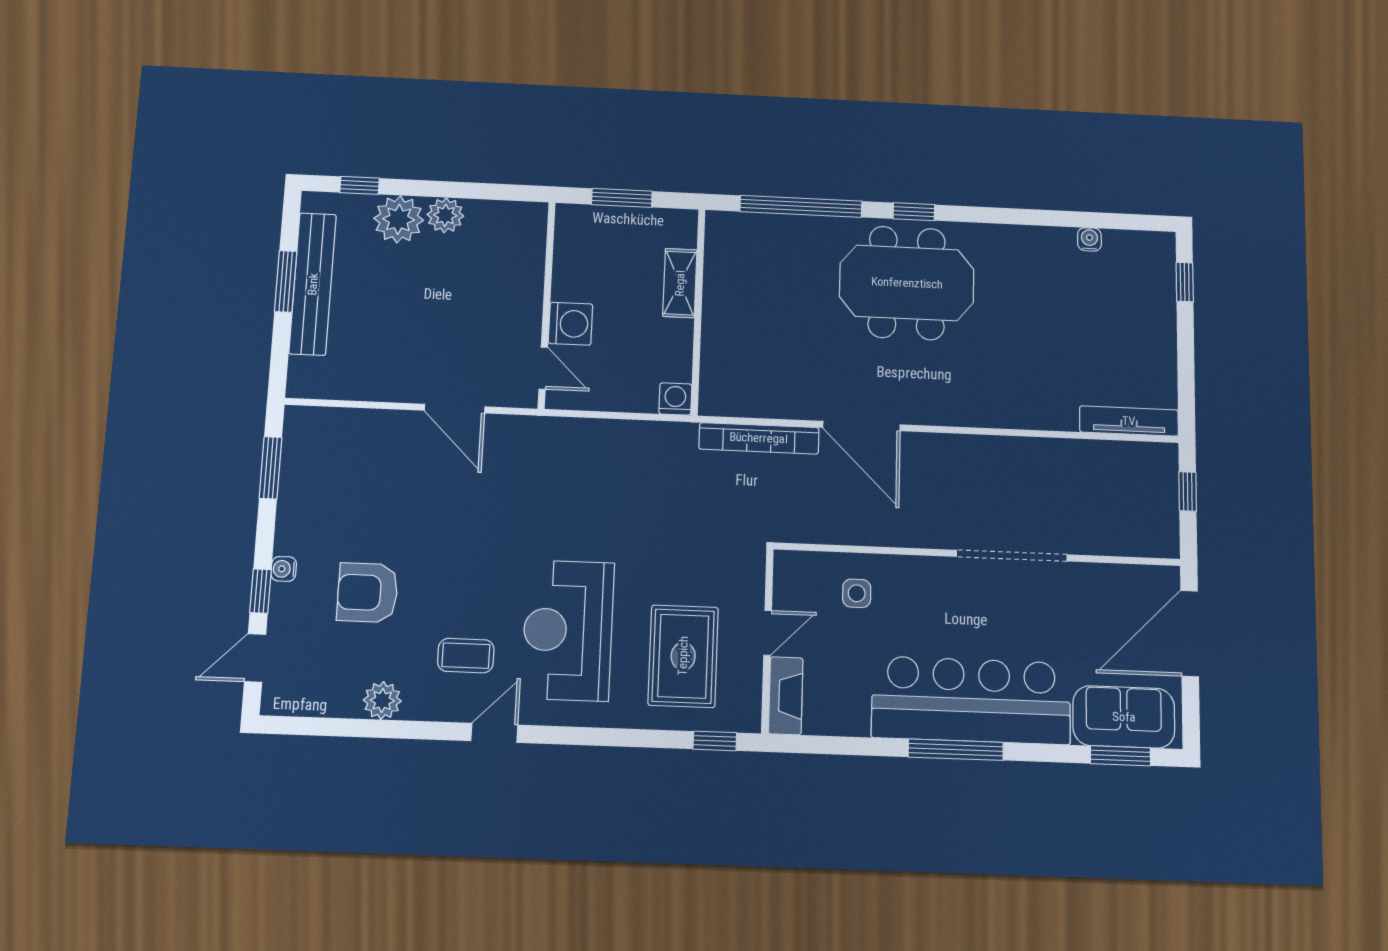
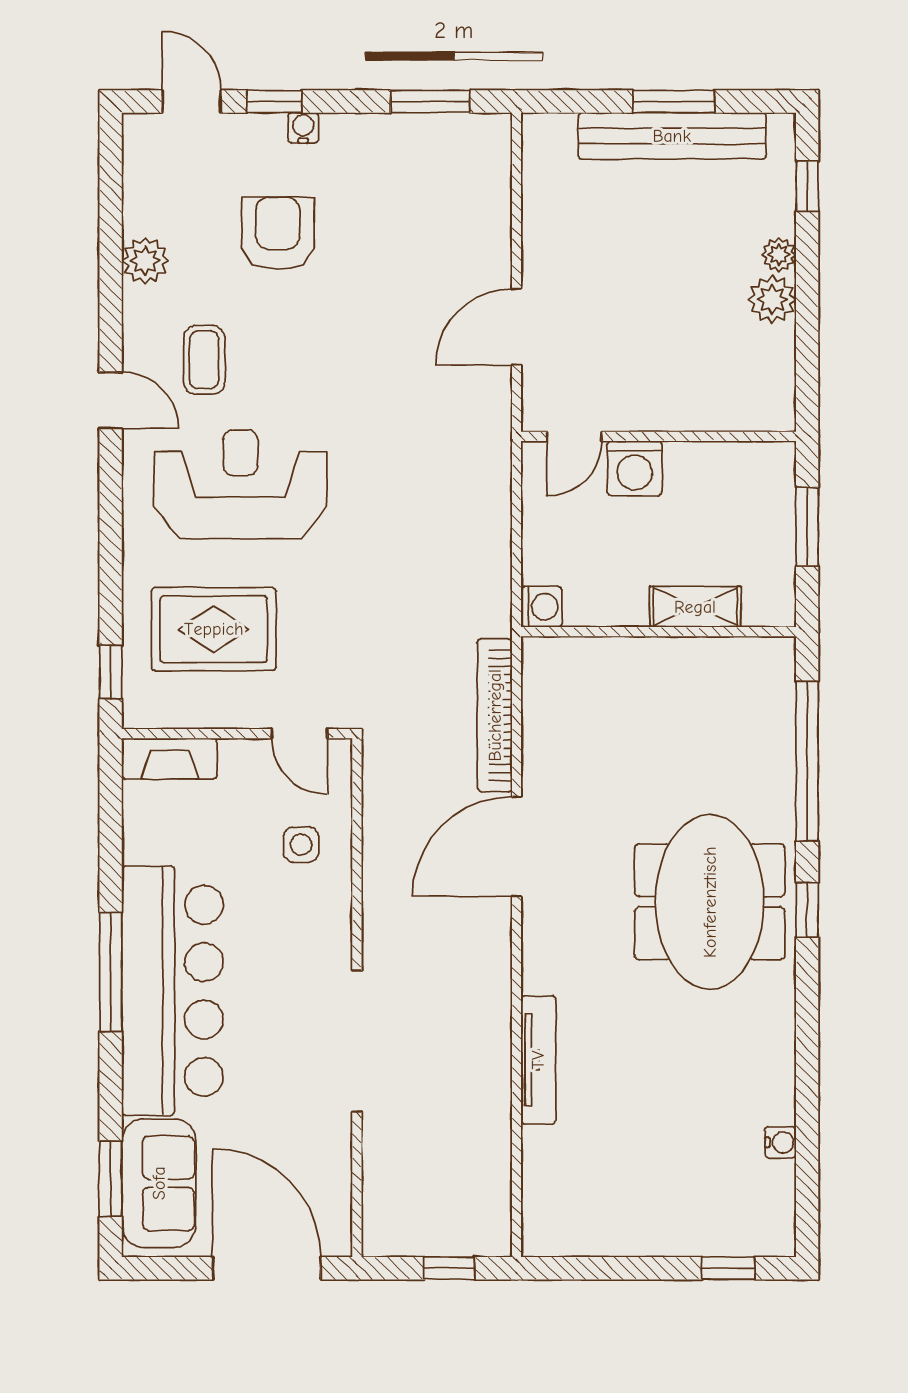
plant: (399, 219) -> (779, 255), width x0.53, depth x0.53
tv unit: (1129, 421) -> (538, 1060), moved
door: (768, 633) -> (300, 734), moved

